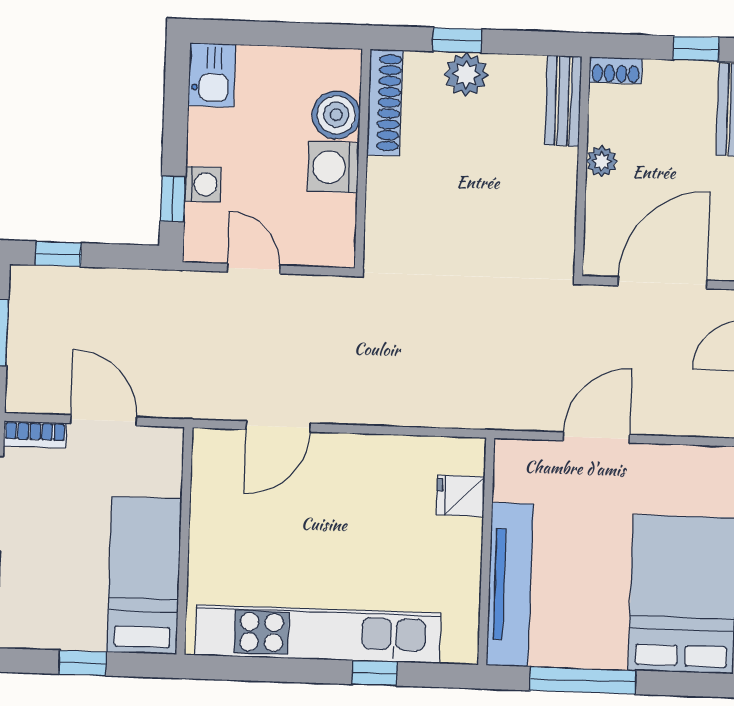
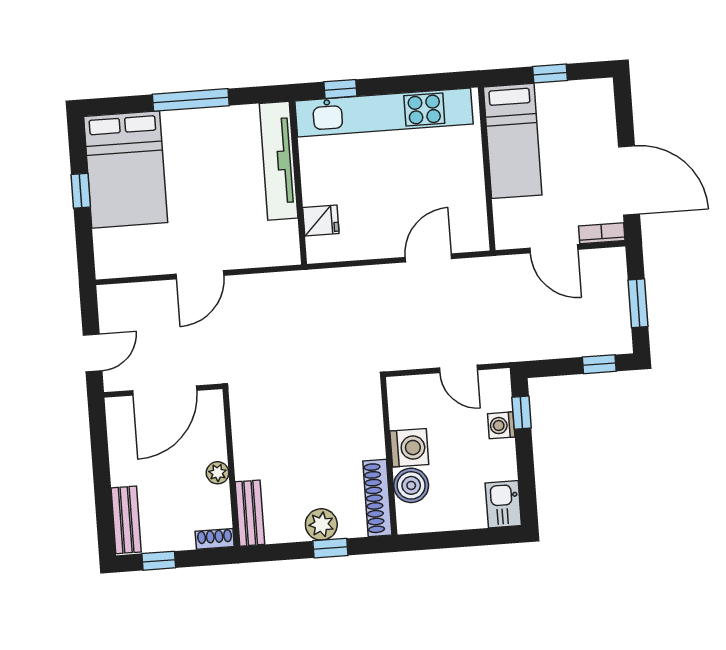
fridge: (460, 496) -> (321, 220), moved
wall: (486, 551) -> (298, 183), moved
tv unit: (510, 585) -> (279, 161), moved

